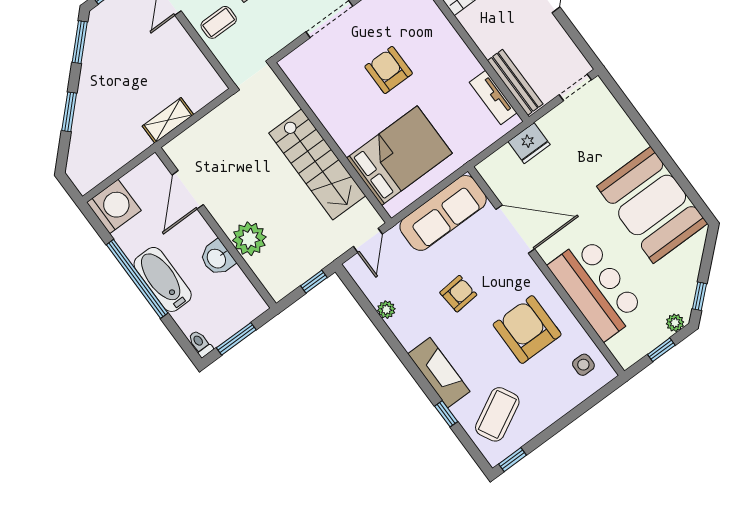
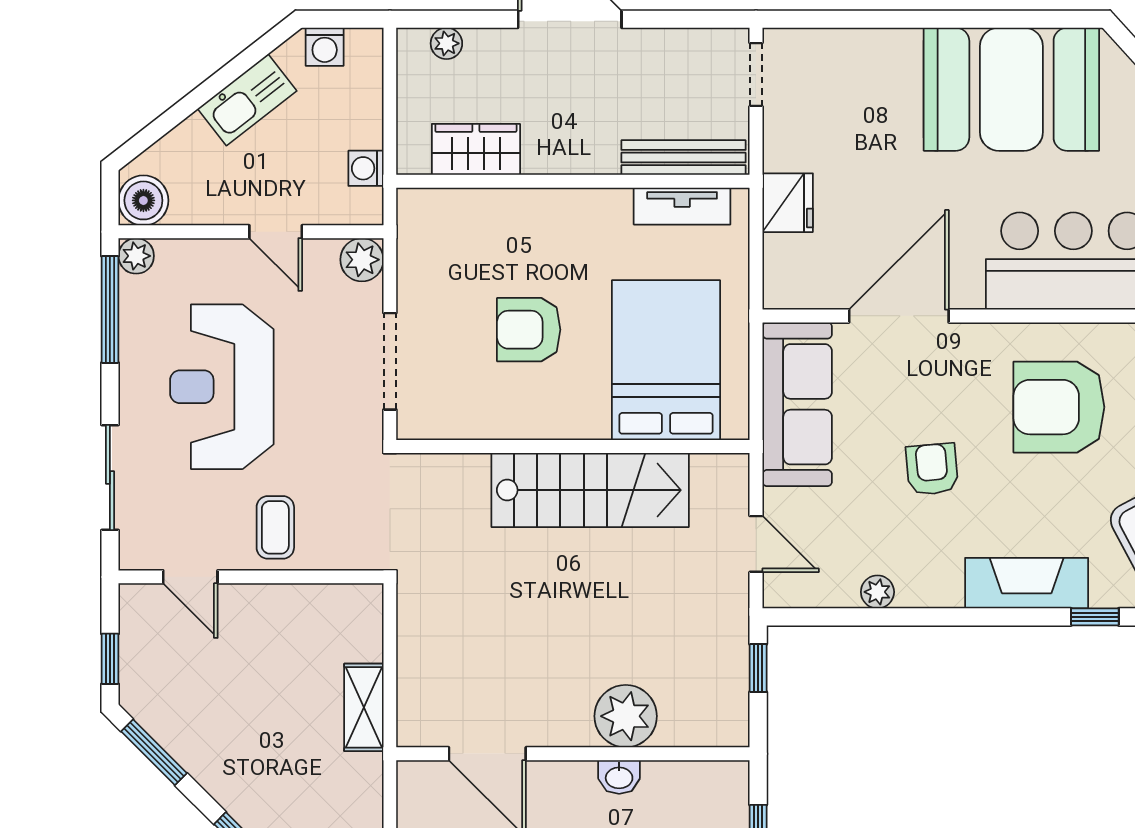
wall: (331, 143) -> (573, 446), moved
bed: (399, 156) -> (666, 360), moved
stairs: (317, 164) -> (590, 490), moved
washbasin: (217, 258) -> (619, 777), width x0.72, depth x0.69

